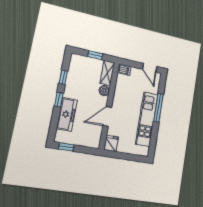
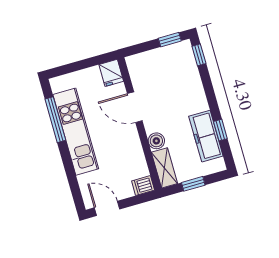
window: (59, 100) -> (199, 55), moved
window: (158, 108) -> (55, 120), moved
freezer: (67, 114) -> (206, 136), moved
door: (107, 116) -> (135, 107), swing flipped

